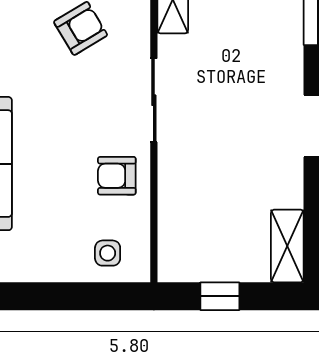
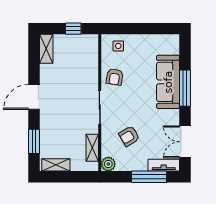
armchair: (117, 176) -> (115, 77), turned 99

